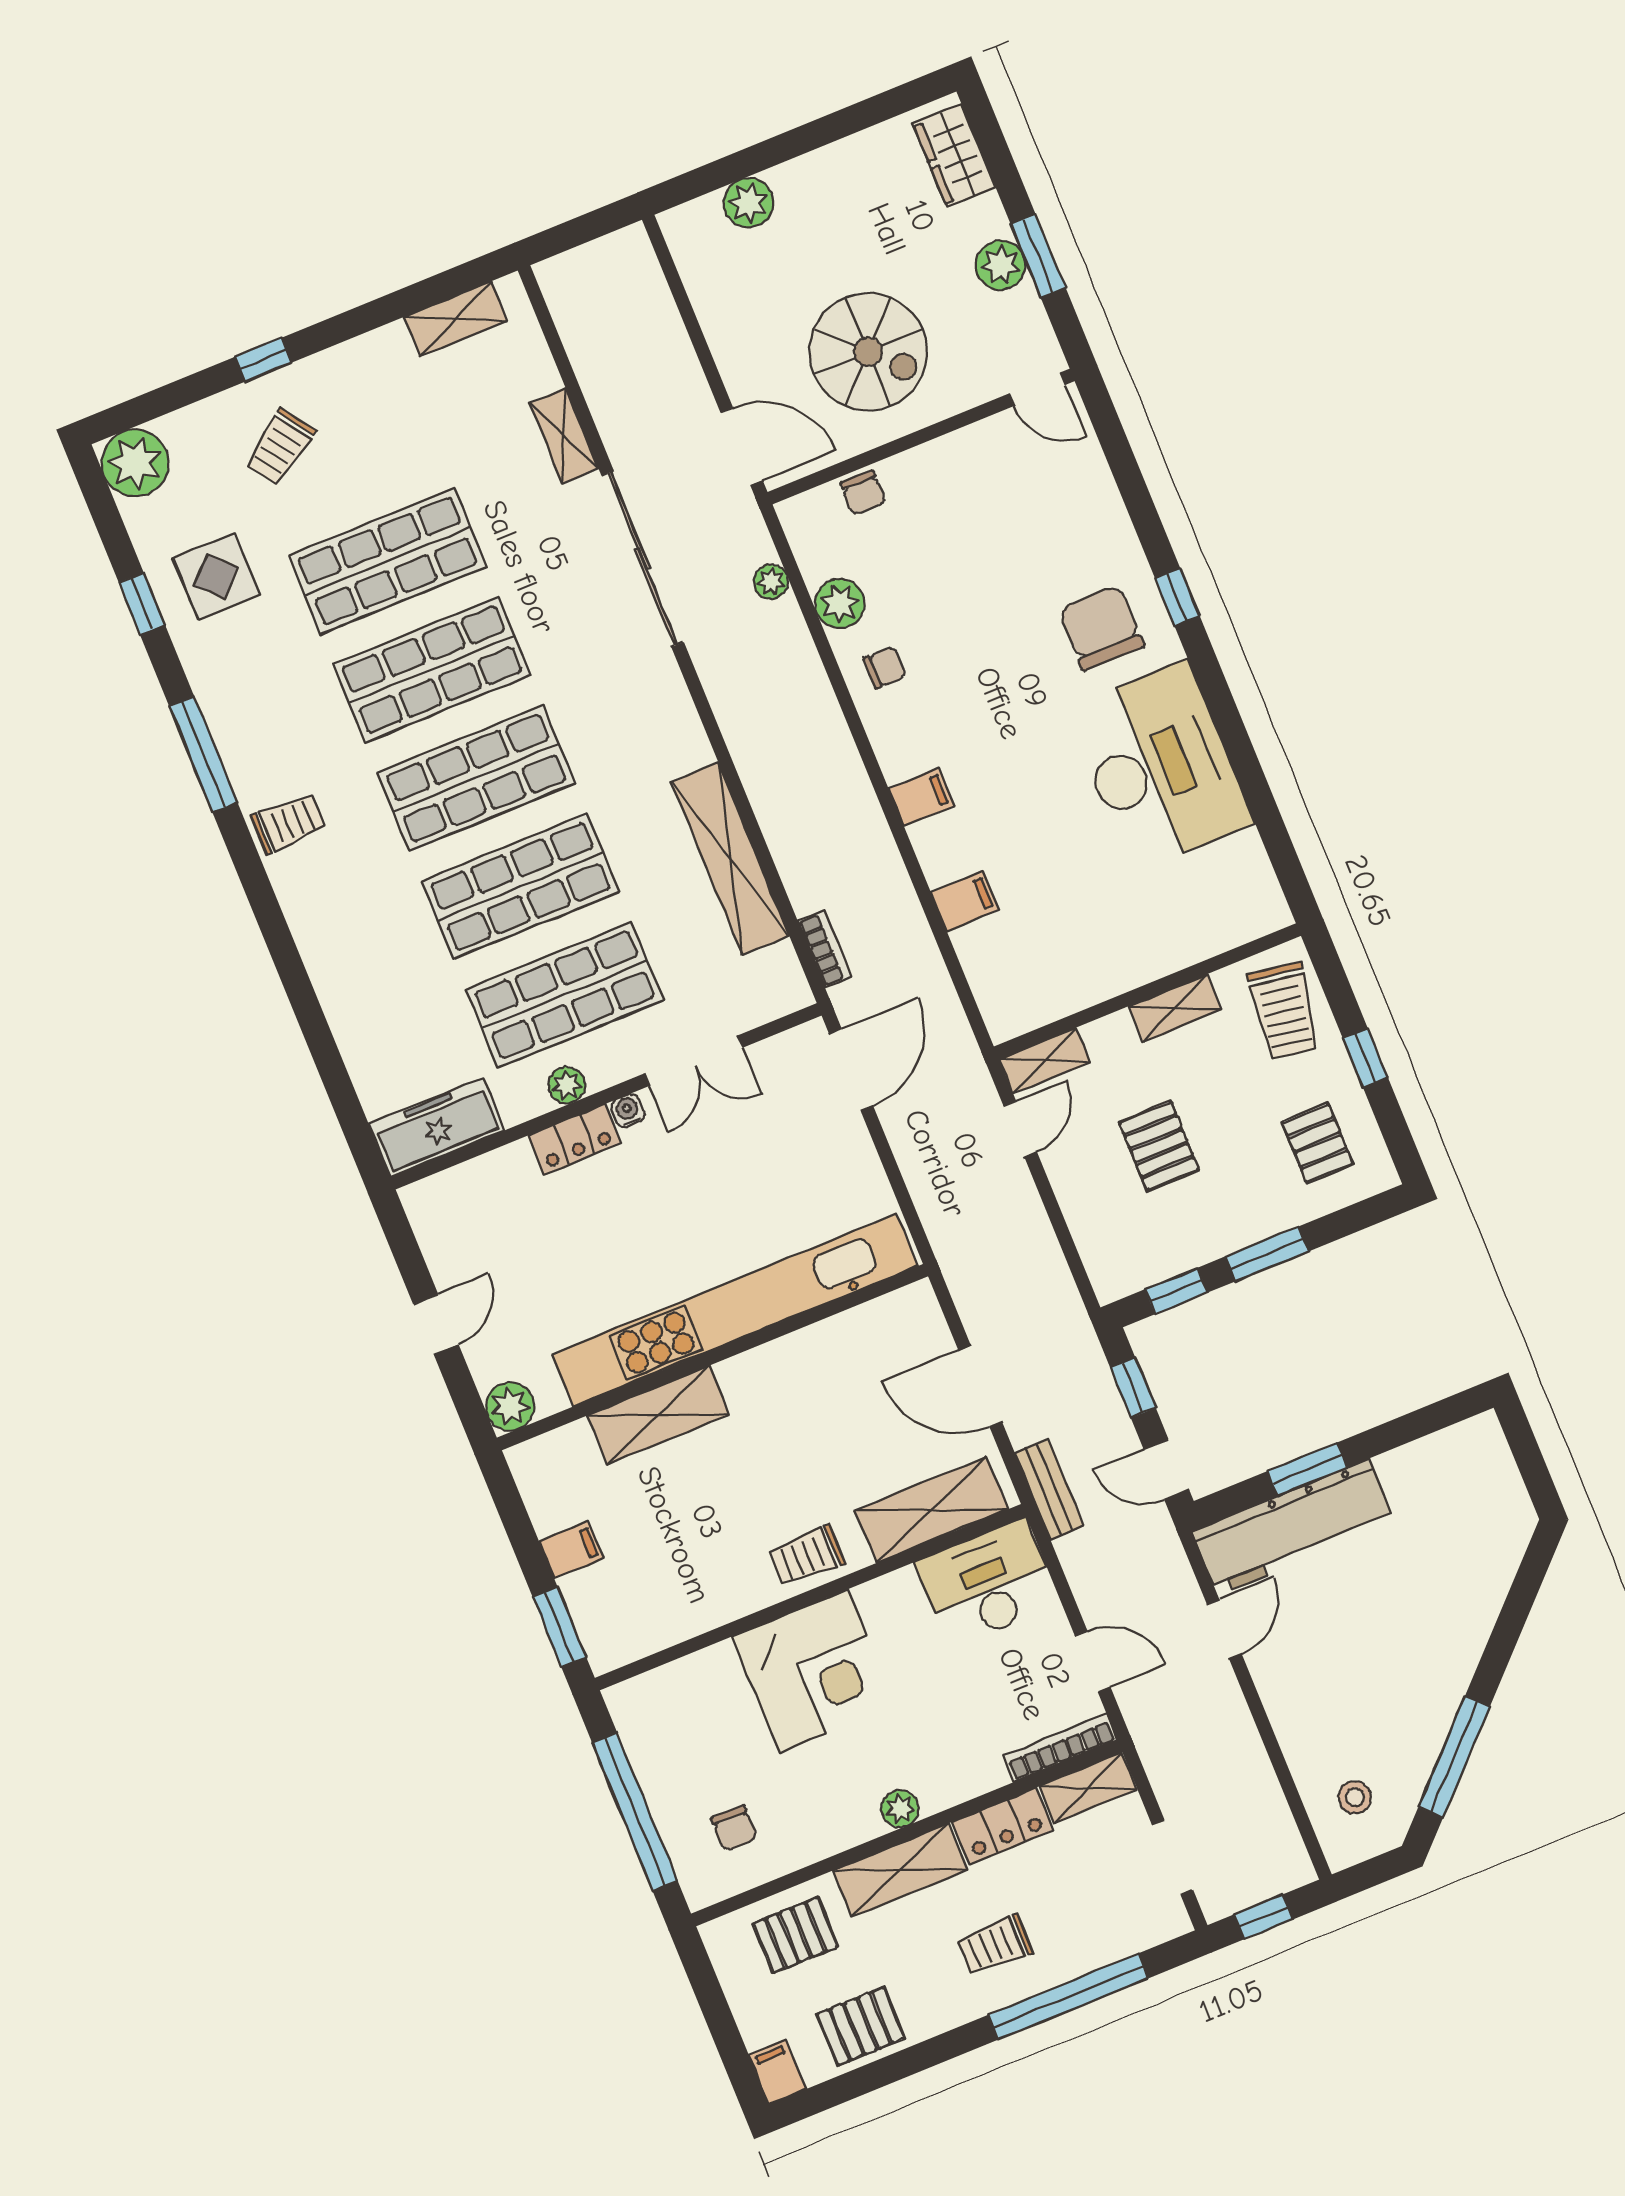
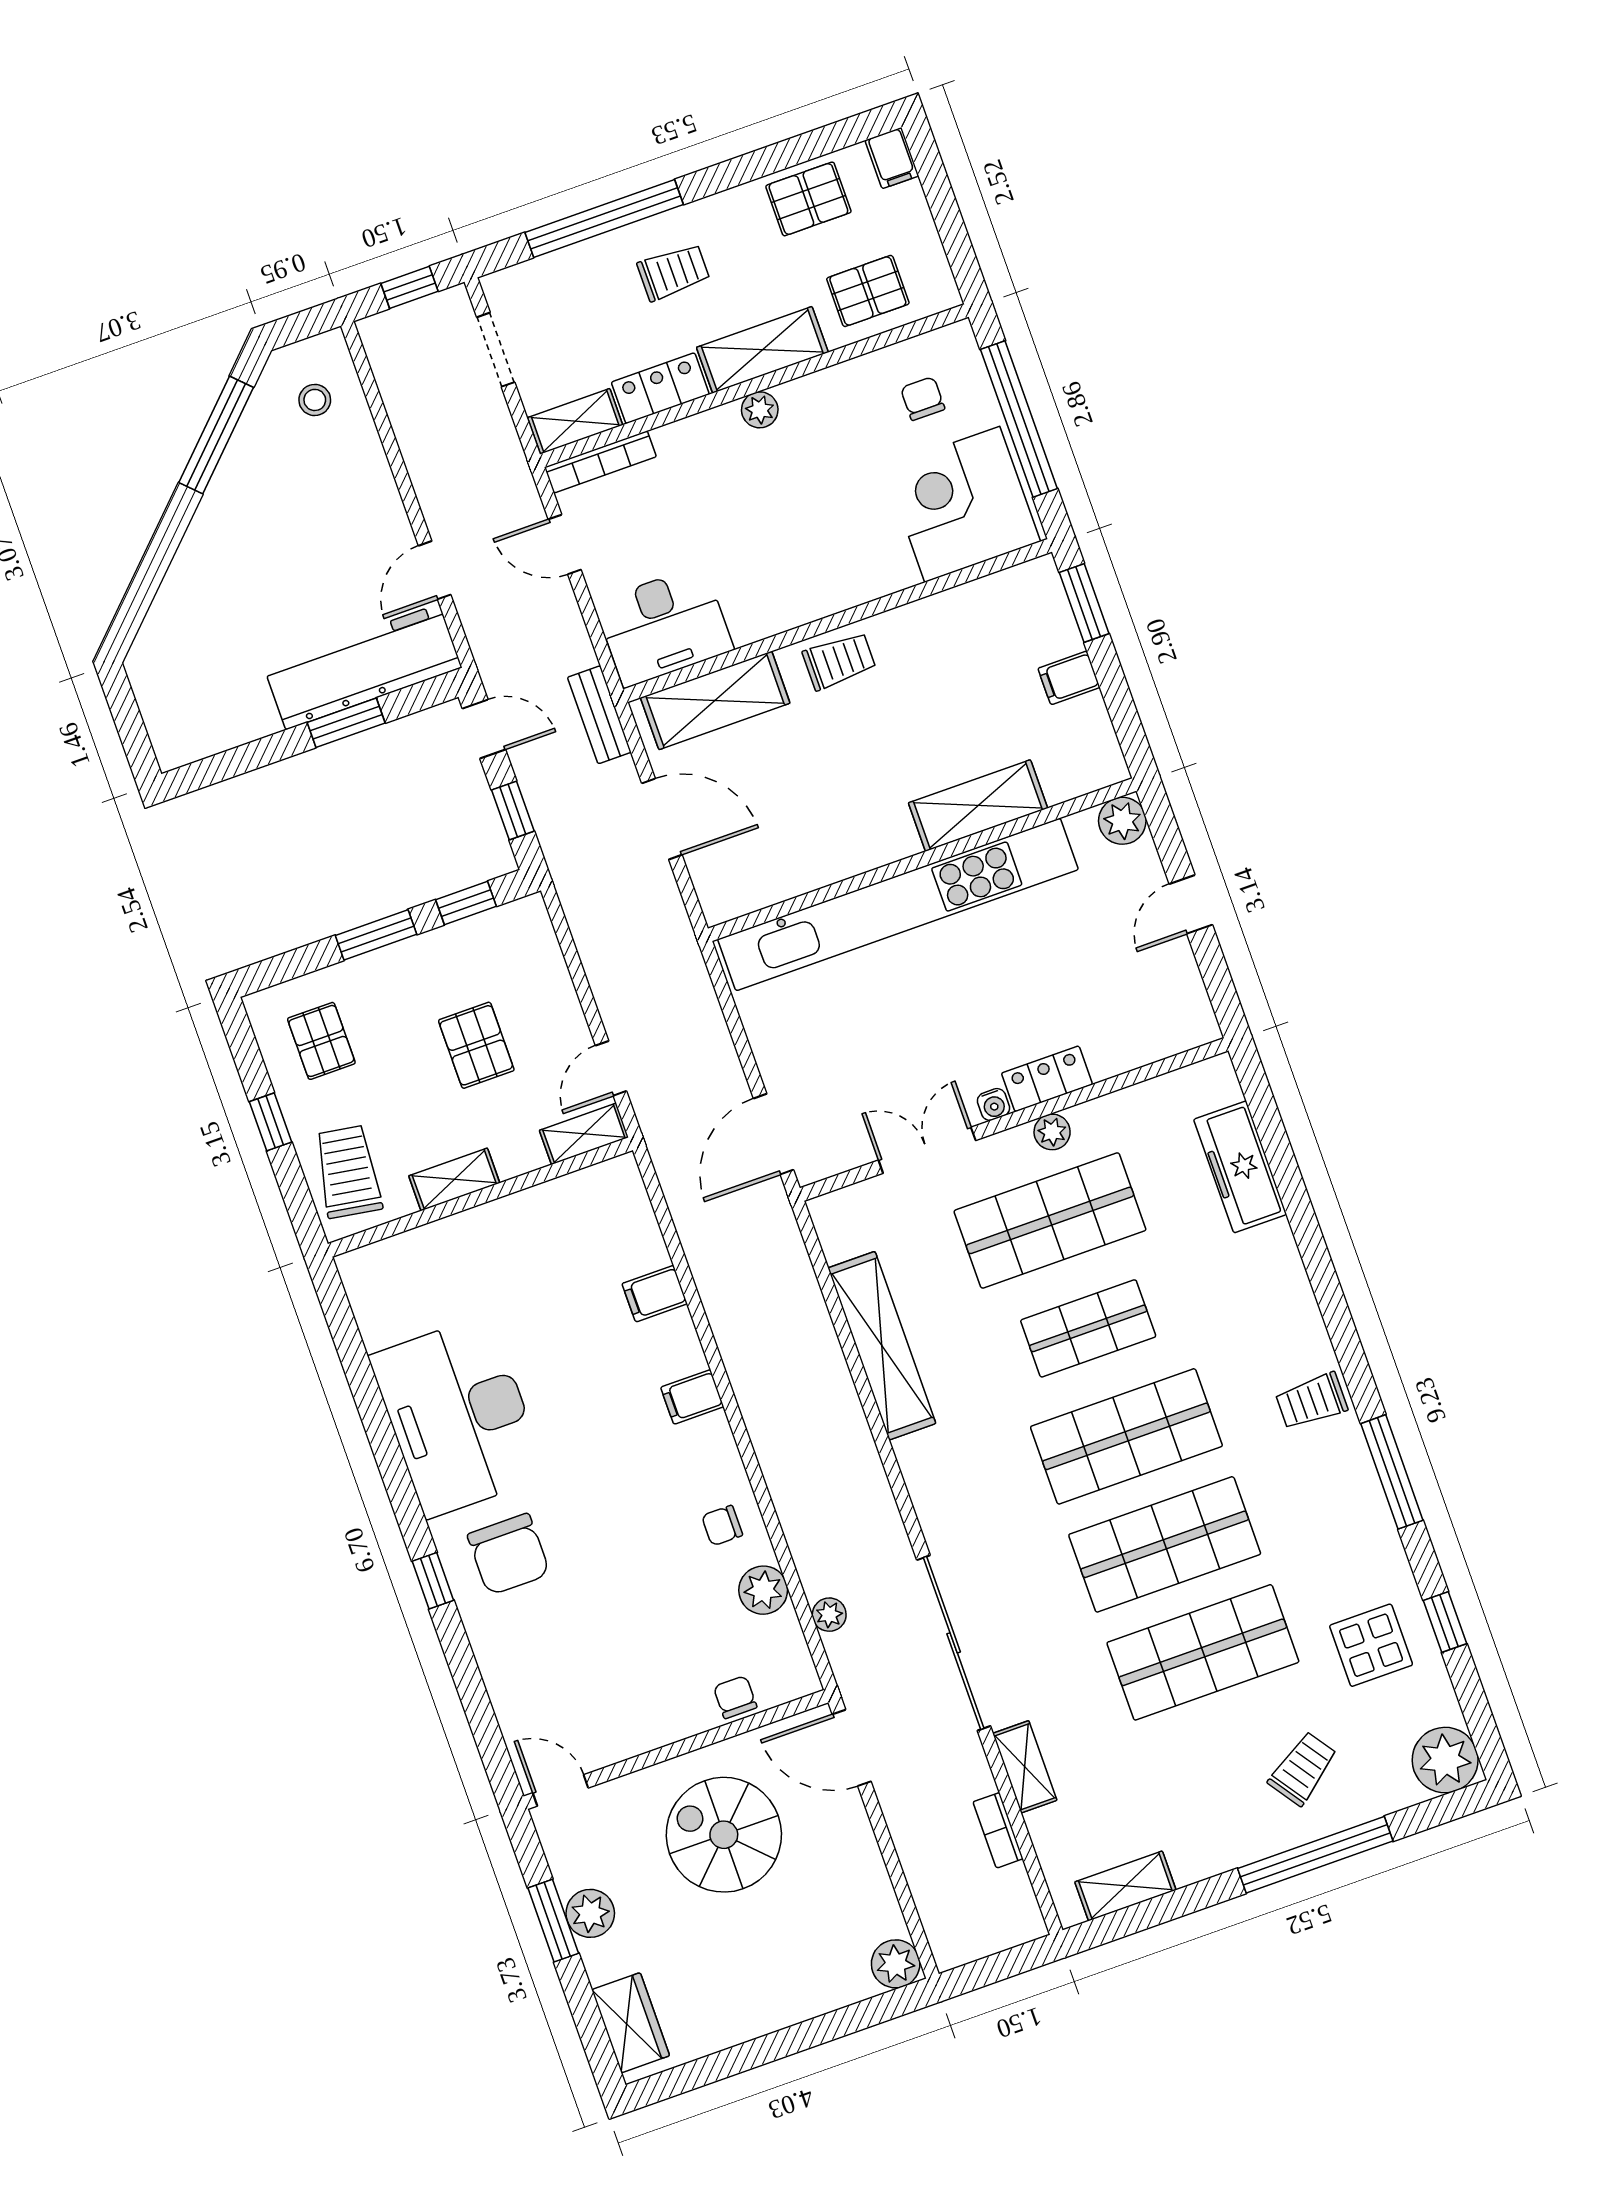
plant: (749, 203) -> (896, 1964), moved
window: (263, 360) -> (1315, 1855), width x3.17
shop shelf: (520, 886) -> (1088, 1328), width x0.70, depth x0.74
bookcase: (825, 949) -> (998, 1830), moved
freezer: (437, 1127) -> (1240, 1167), moved, turned 90
corner desk: (814, 1671) -> (962, 504), moved

